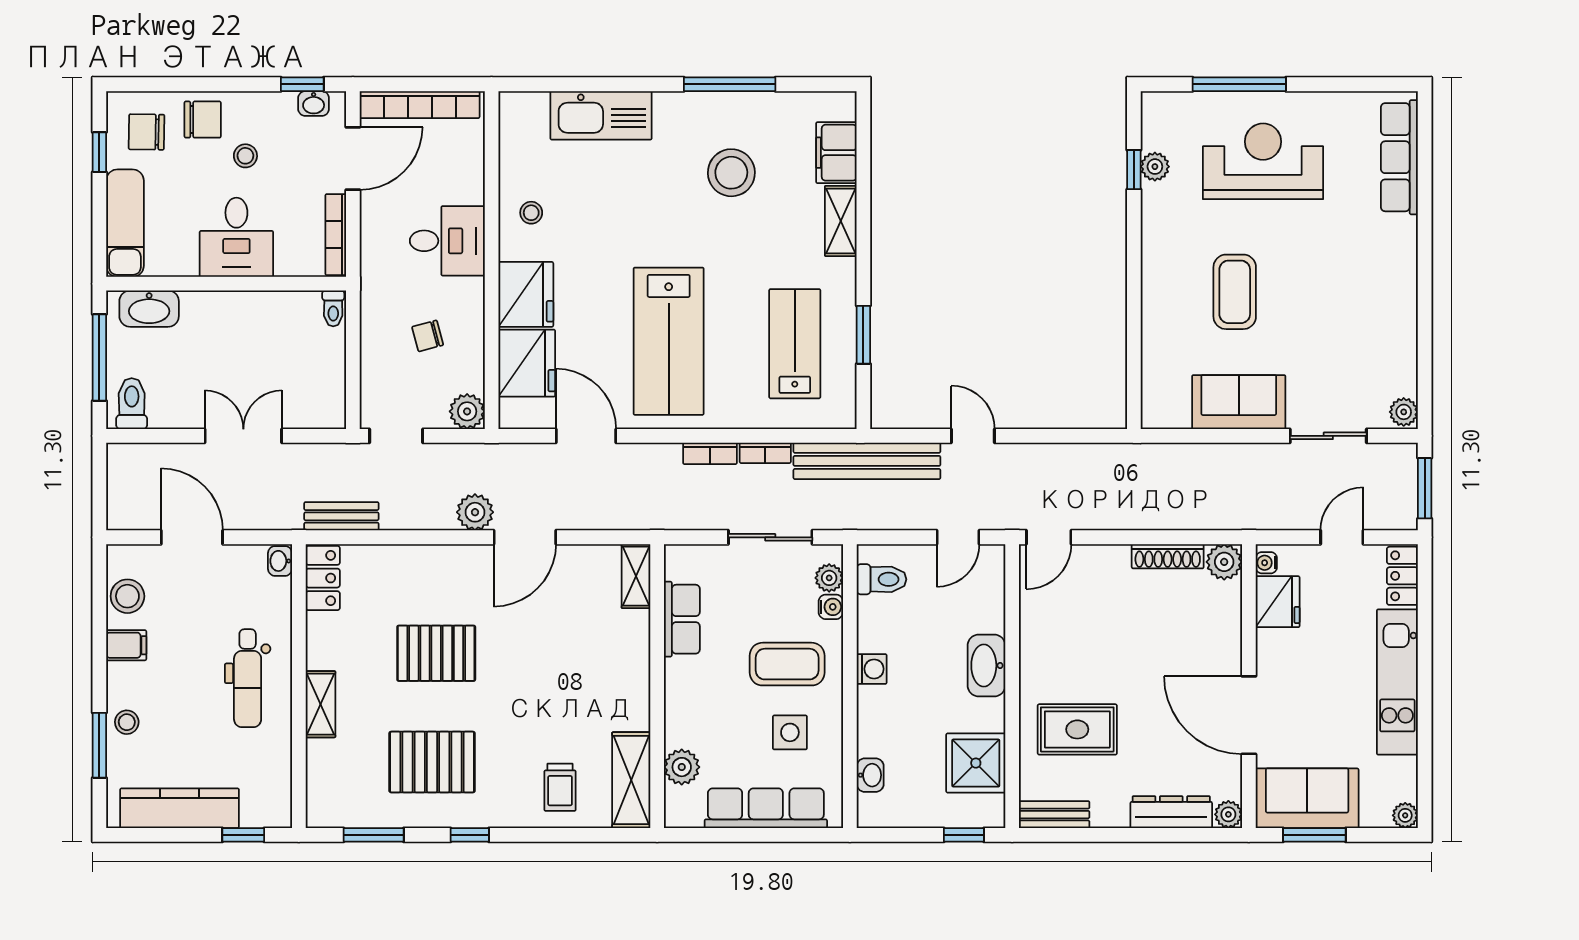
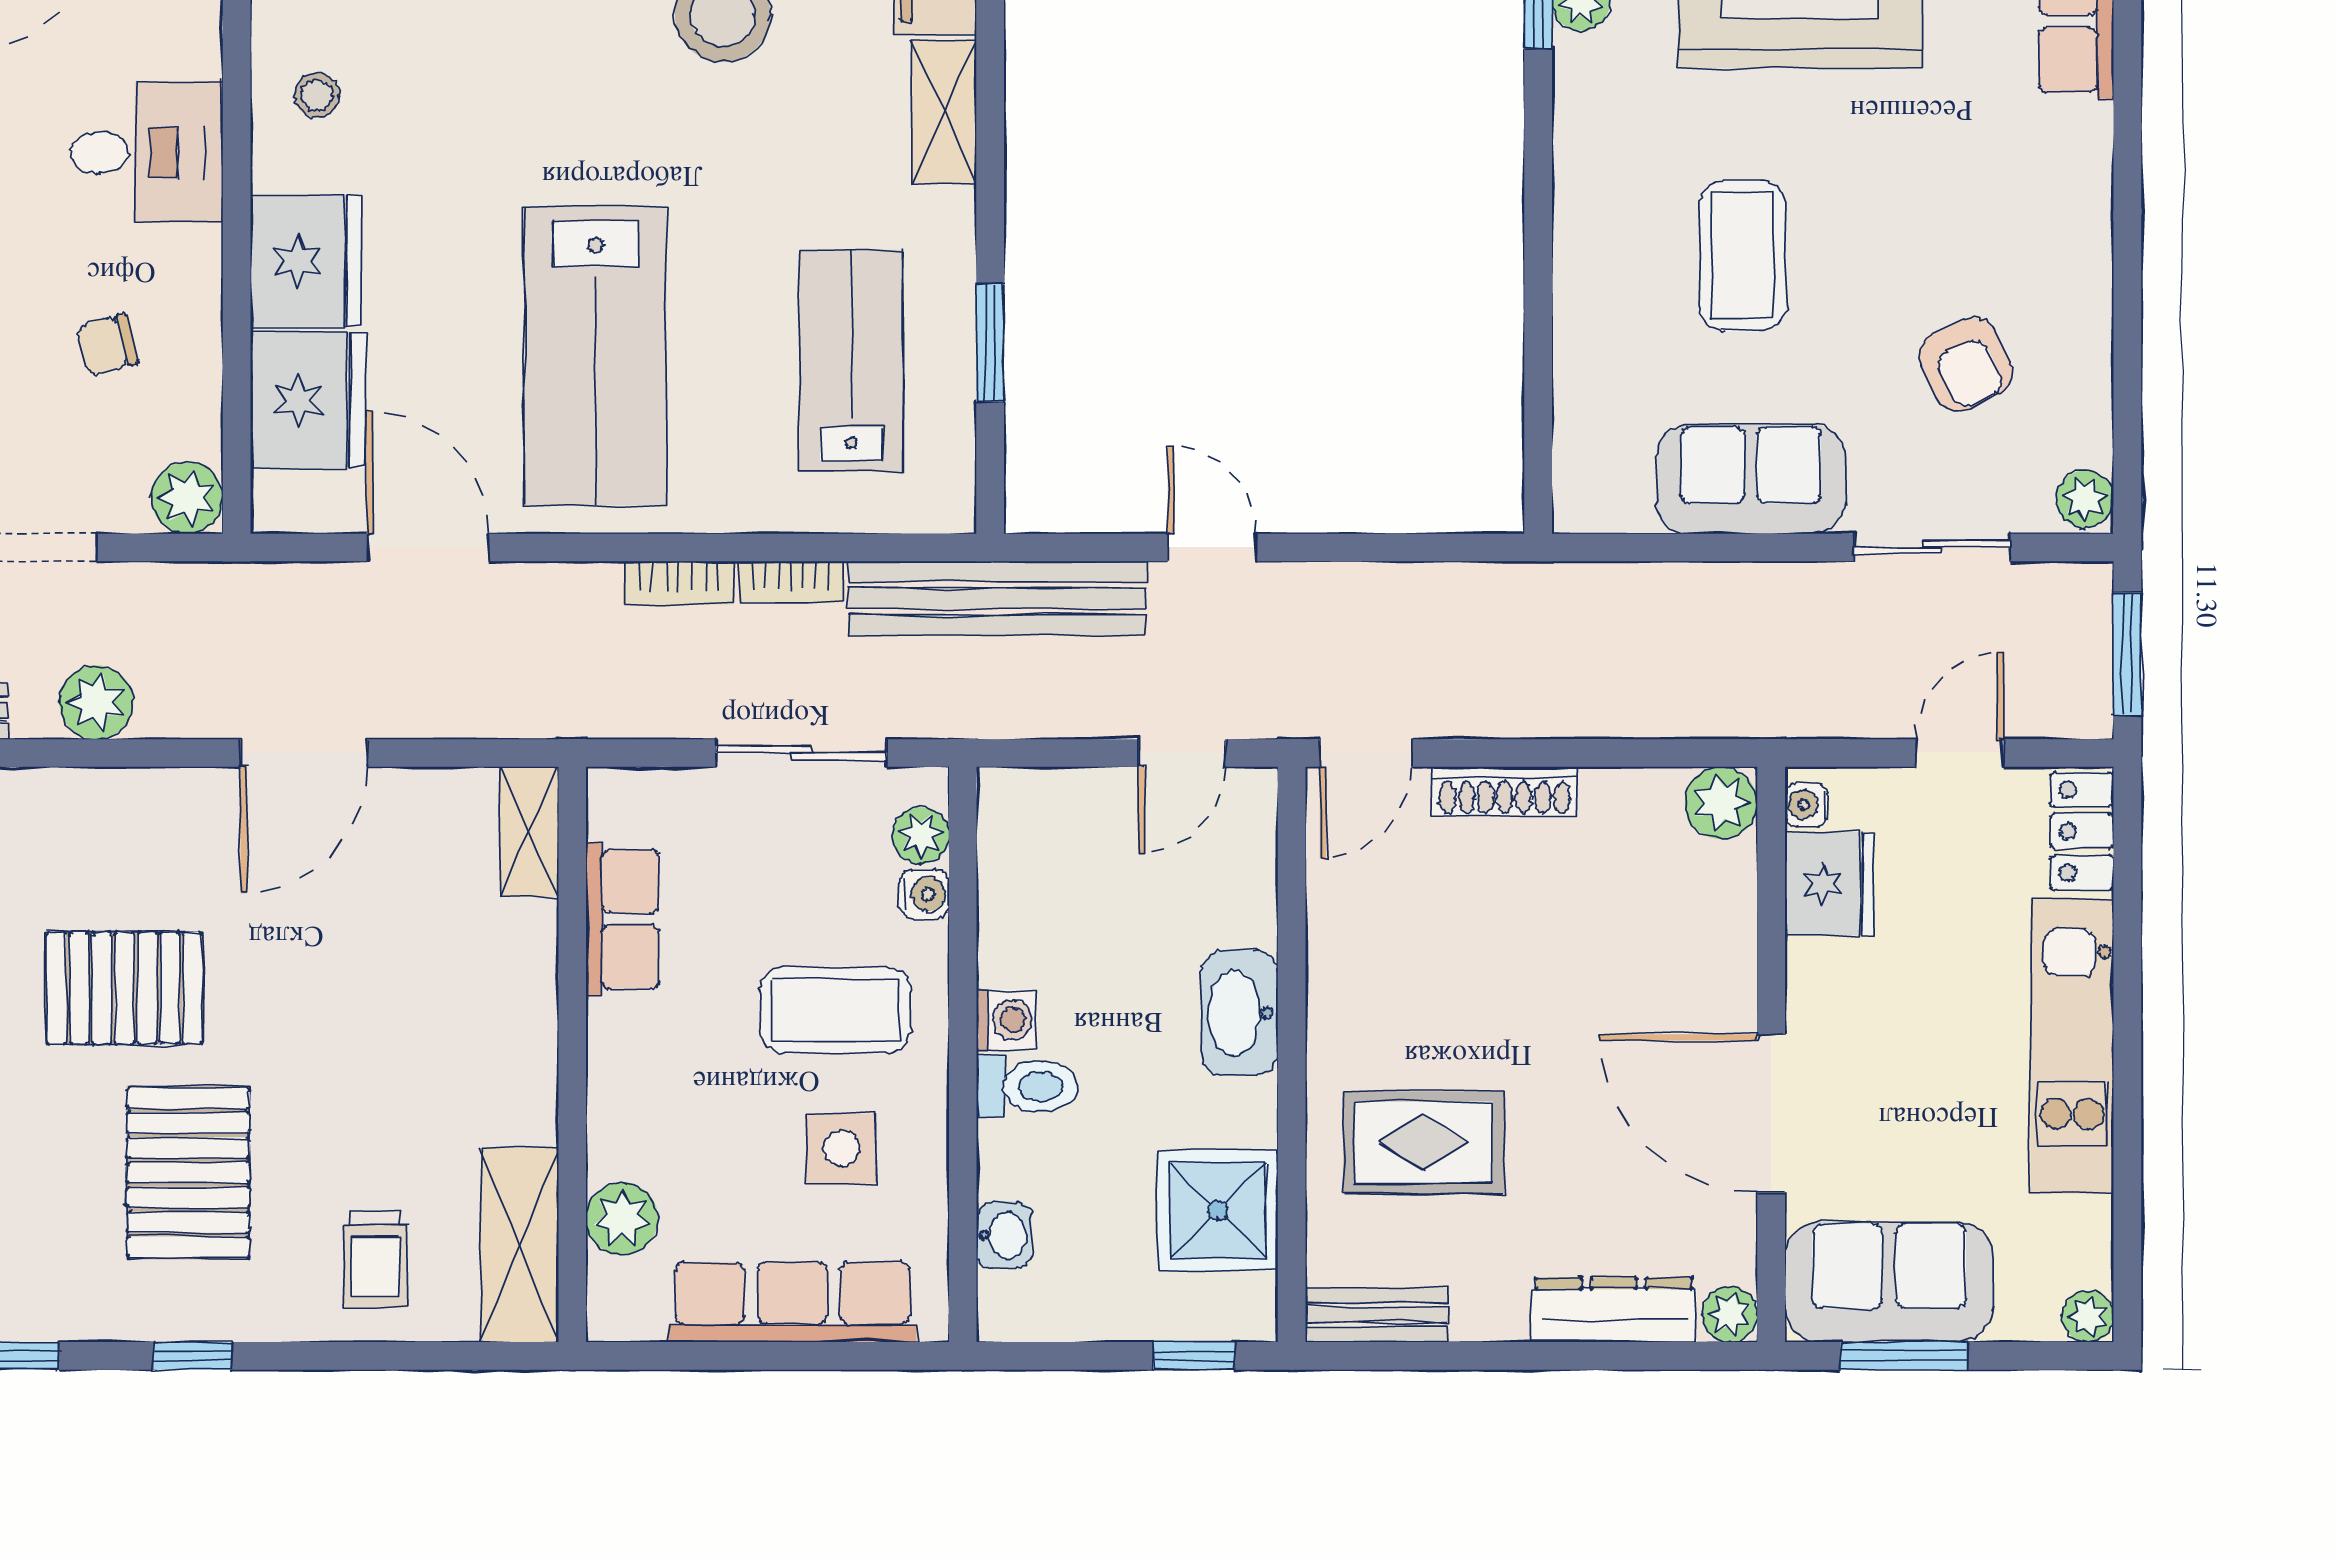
armchair: (1345, 345) -> (1966, 364), added
plant: (475, 512) -> (96, 702), moved
shoe rack: (1168, 556) -> (1505, 791), moved
toilet: (882, 579) -> (1027, 1086), moved
pallet: (432, 762) -> (188, 1173), moved, turned 90

